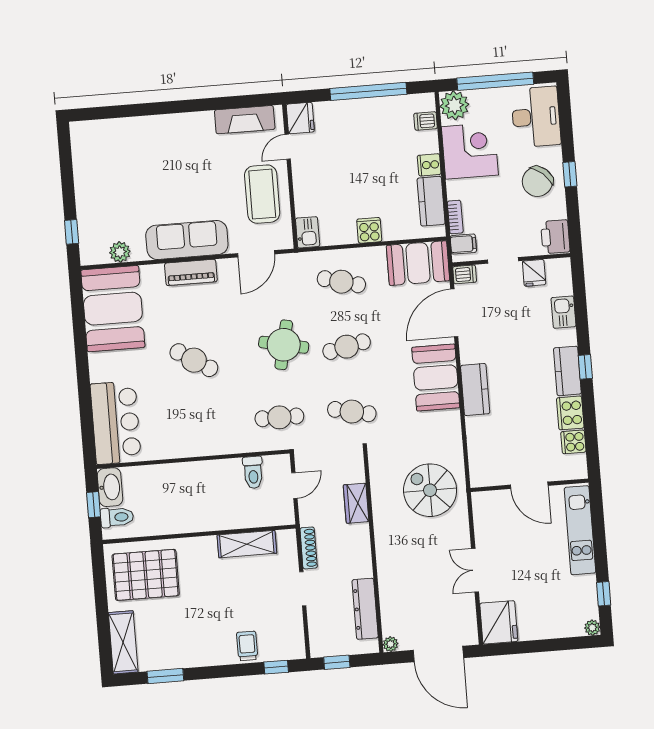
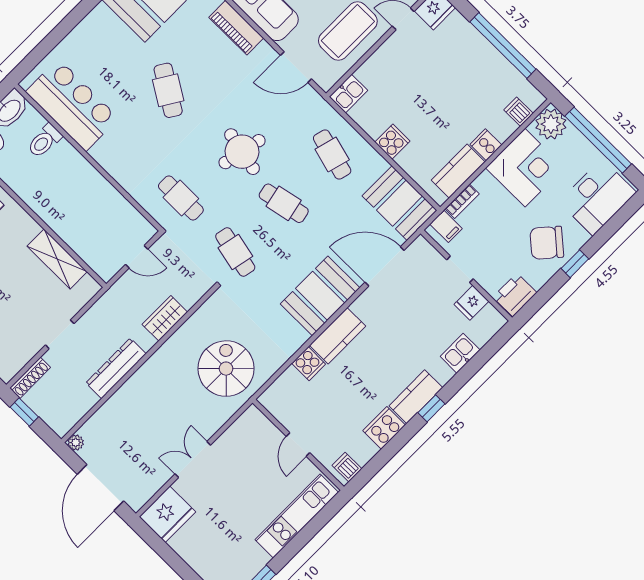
dishwasher: (465, 274) -> (347, 467), moved, turned 180
bar counter: (116, 423) -> (72, 105), moved, turned -90
cooker: (573, 442) -> (309, 364), moved, turned 180
toilet: (253, 472) -> (44, 141), moved
door: (529, 485) -> (298, 445), width x0.73
shoe rack: (309, 548) -> (30, 378), moved
dresser: (365, 609) -> (116, 368), moved

